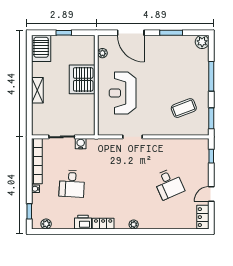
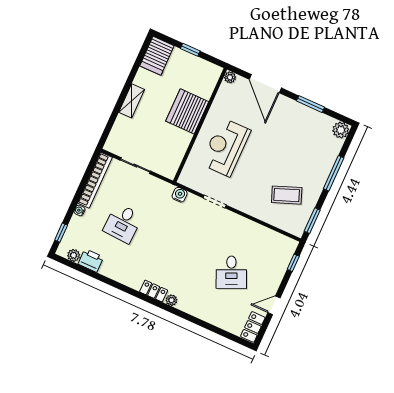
plant: (102, 53) -> (230, 77), moved
water cooler: (81, 144) -> (180, 195), moved
printer: (83, 222) -> (91, 261), moved
locker: (103, 224) -> (154, 291), moved

